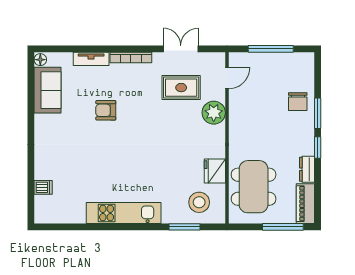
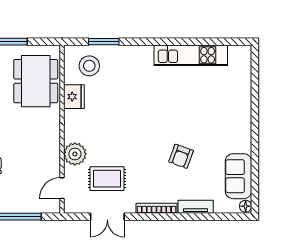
armchair: (106, 110) -> (181, 156), turned 110
dishwasher: (43, 187) -> (243, 80), removed
kitchen unit: (124, 213) -> (191, 55), moved

